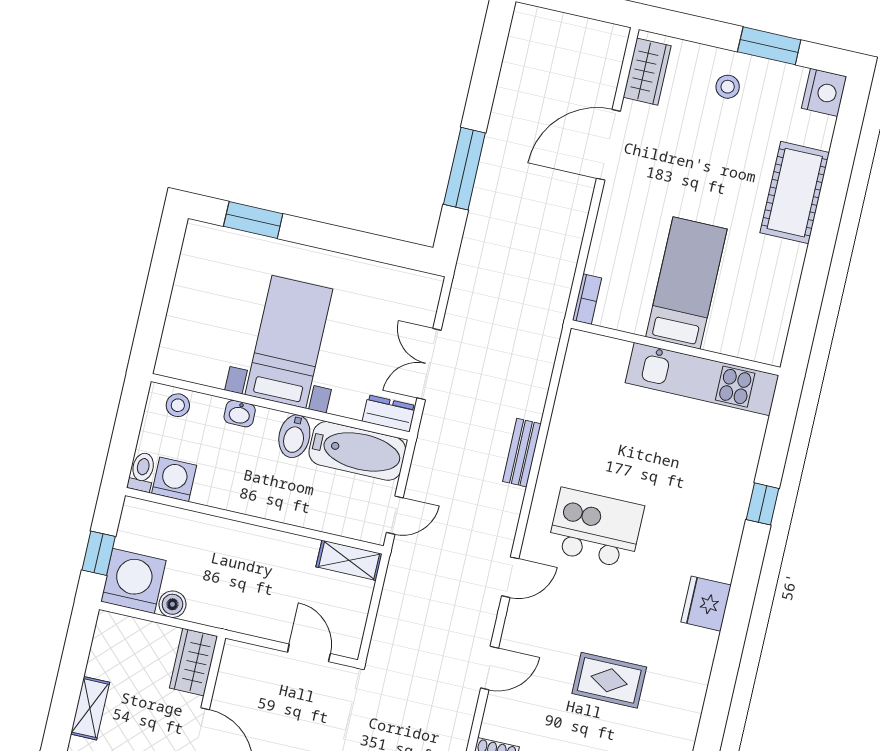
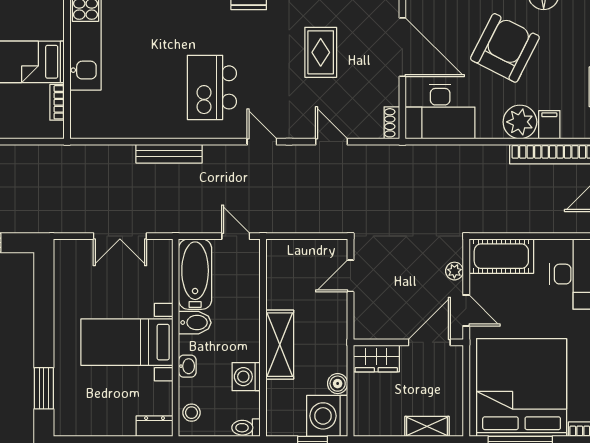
bookcase: (587, 299) -> (57, 102), moved, turned -90
dresser: (389, 413) -> (155, 426), moved, turned 90
bench: (522, 453) -> (169, 154), width x1.36
washing machine: (174, 479) -> (246, 377), moved
shelving: (349, 560) -> (280, 345), moved, width x1.50, depth x1.33

